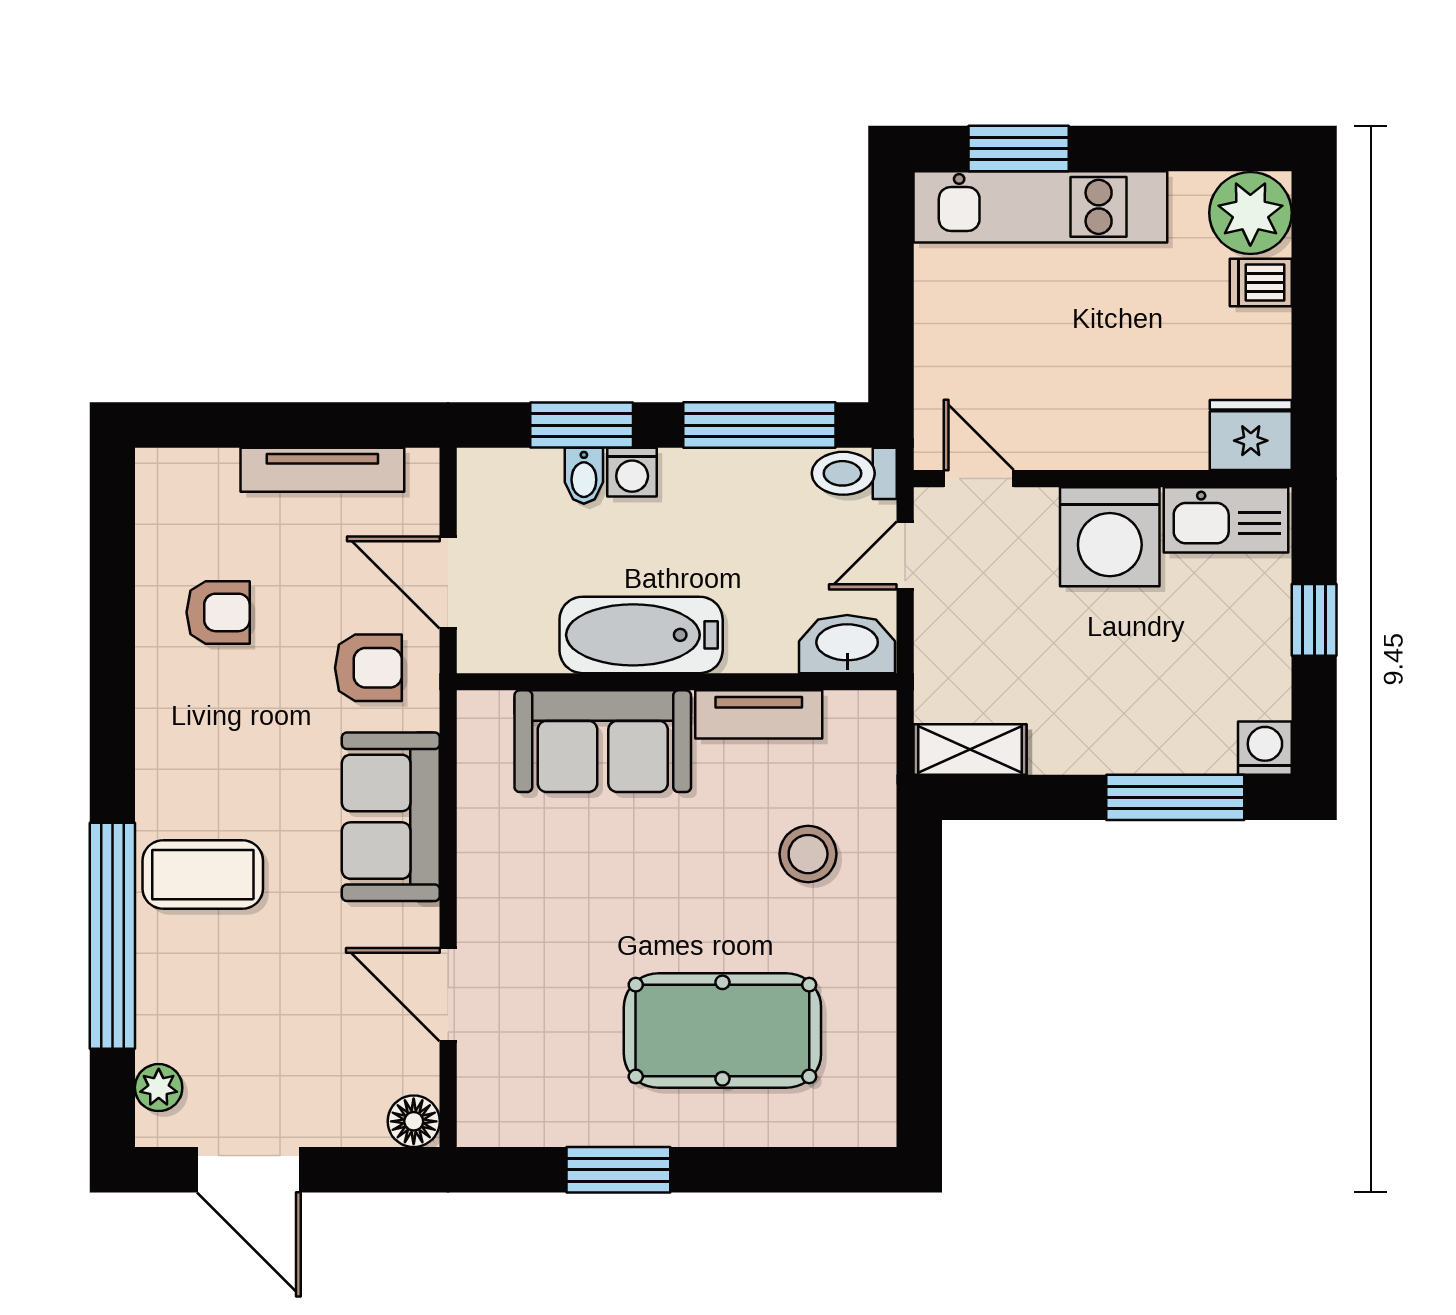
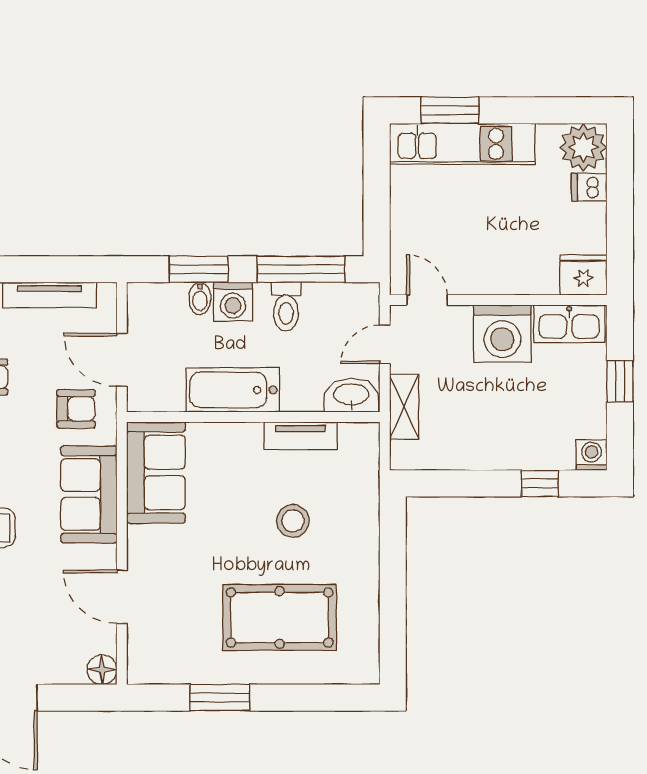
washing machine: (632, 472) -> (233, 302), width x1.38, depth x1.38
toilet: (854, 473) -> (286, 307), moved, turned -90
sofa: (603, 741) -> (156, 472), moved, turned -90
shelving: (970, 749) -> (404, 407), moved, turned 90
window: (1175, 797) -> (540, 483), width x0.46
stool: (808, 854) -> (293, 521), moved

